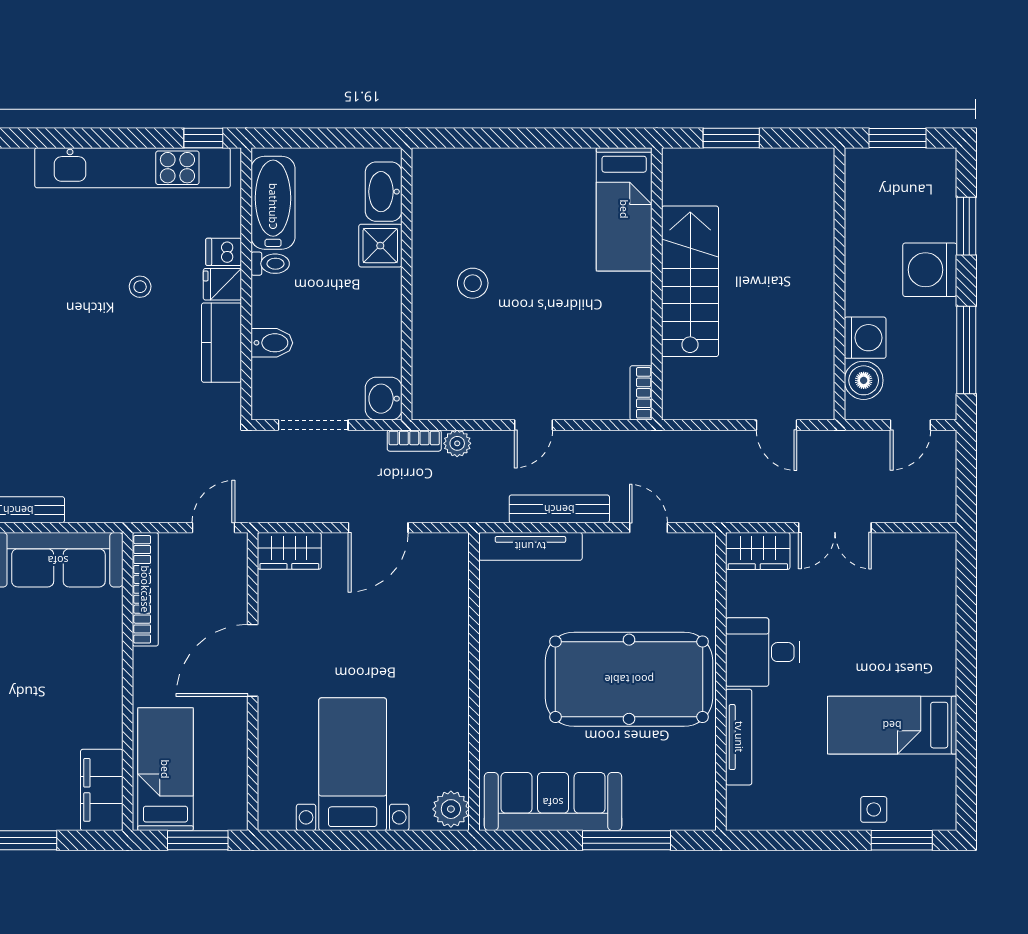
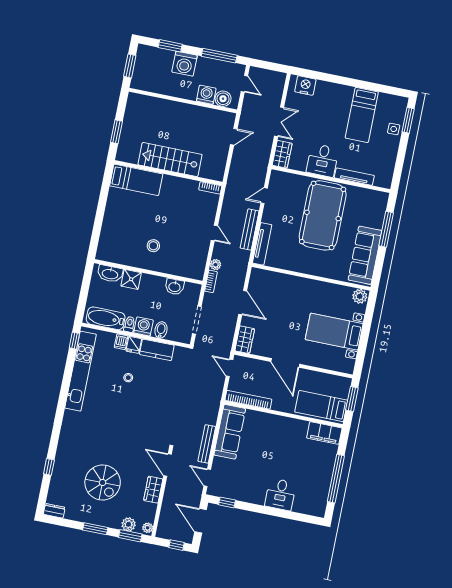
washing machine: (272, 299) -> (143, 326), added
washbasin: (384, 399) -> (175, 287), moved
nightstand: (936, 574) -> (305, 85), added

